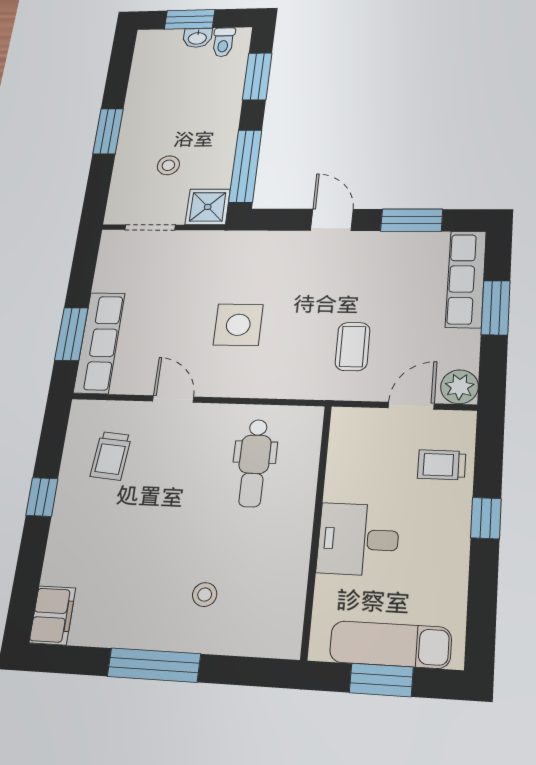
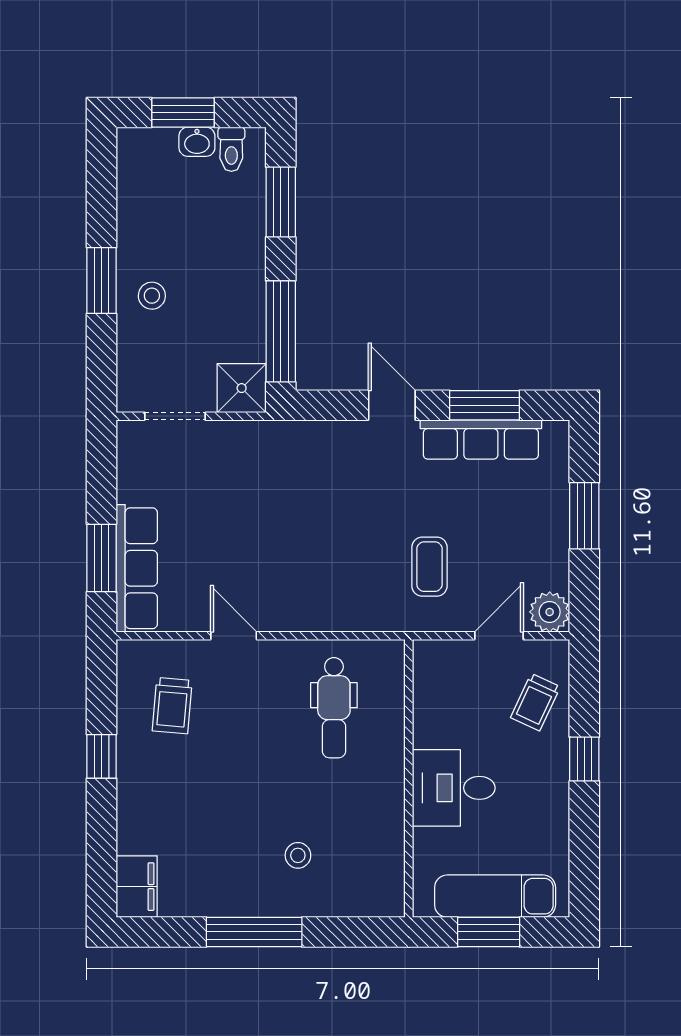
stool: (168, 165) -> (152, 296), moved
row of seats: (466, 279) -> (481, 440), moved, turned -90
side table: (238, 325) -> (297, 542), removed
trolley: (442, 465) -> (535, 702), turned -65

